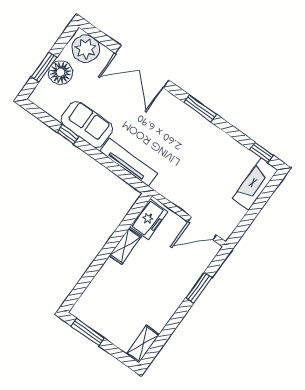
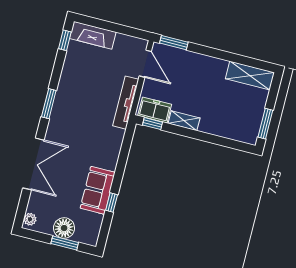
plant: (86, 49) -> (30, 219), width x0.53, depth x0.53
tv unit: (129, 162) -> (126, 103), moved
window: (135, 211) -> (152, 124), added
window: (199, 288) -> (174, 43), moved
shelving: (143, 344) -> (250, 76), width x1.50, depth x1.33

